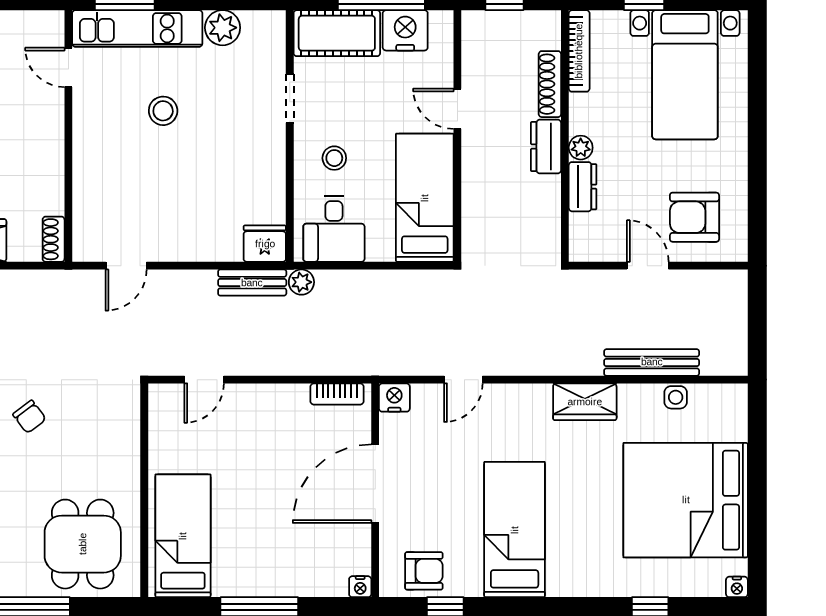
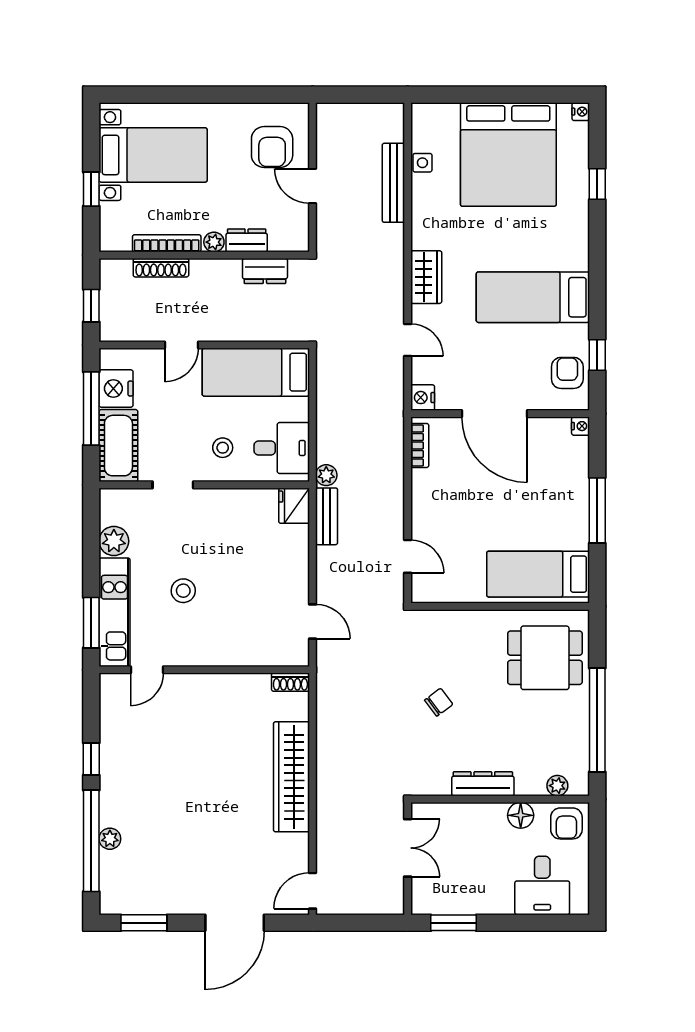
bookcase: (579, 51) -> (167, 243), moved
dresser: (546, 147) -> (265, 271), moved
door: (648, 266) -> (313, 186), hinge flipped
wardrobe: (585, 402) -> (426, 277), moved

